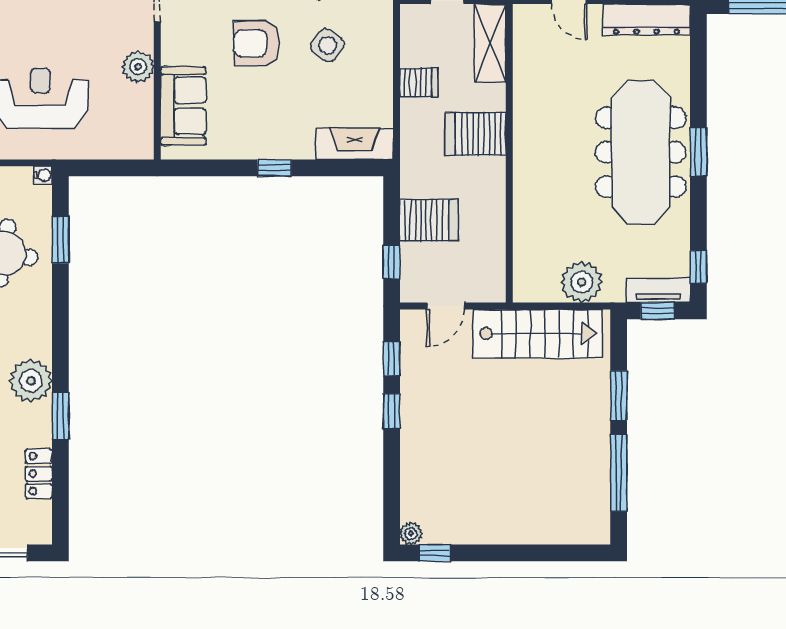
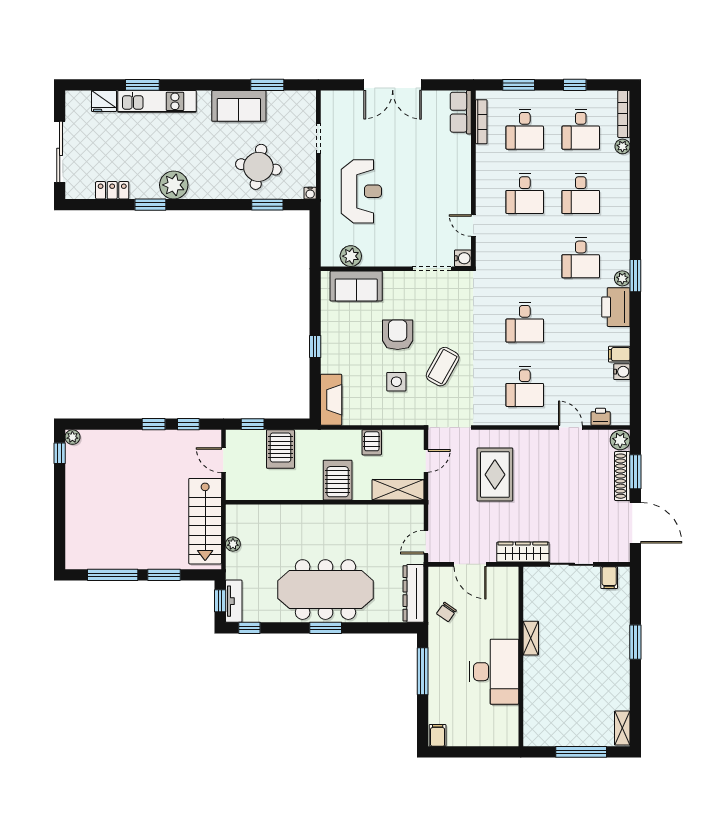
side table: (327, 45) -> (396, 382), turned -36
plant: (138, 67) -> (351, 256), moved
plant: (582, 282) -> (233, 544), width x0.53, depth x0.53

